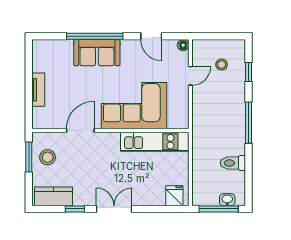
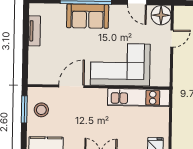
floor lamp: (183, 45) -> (161, 15), width x1.89, depth x1.89
tv unit: (38, 90) -> (34, 31), moved

